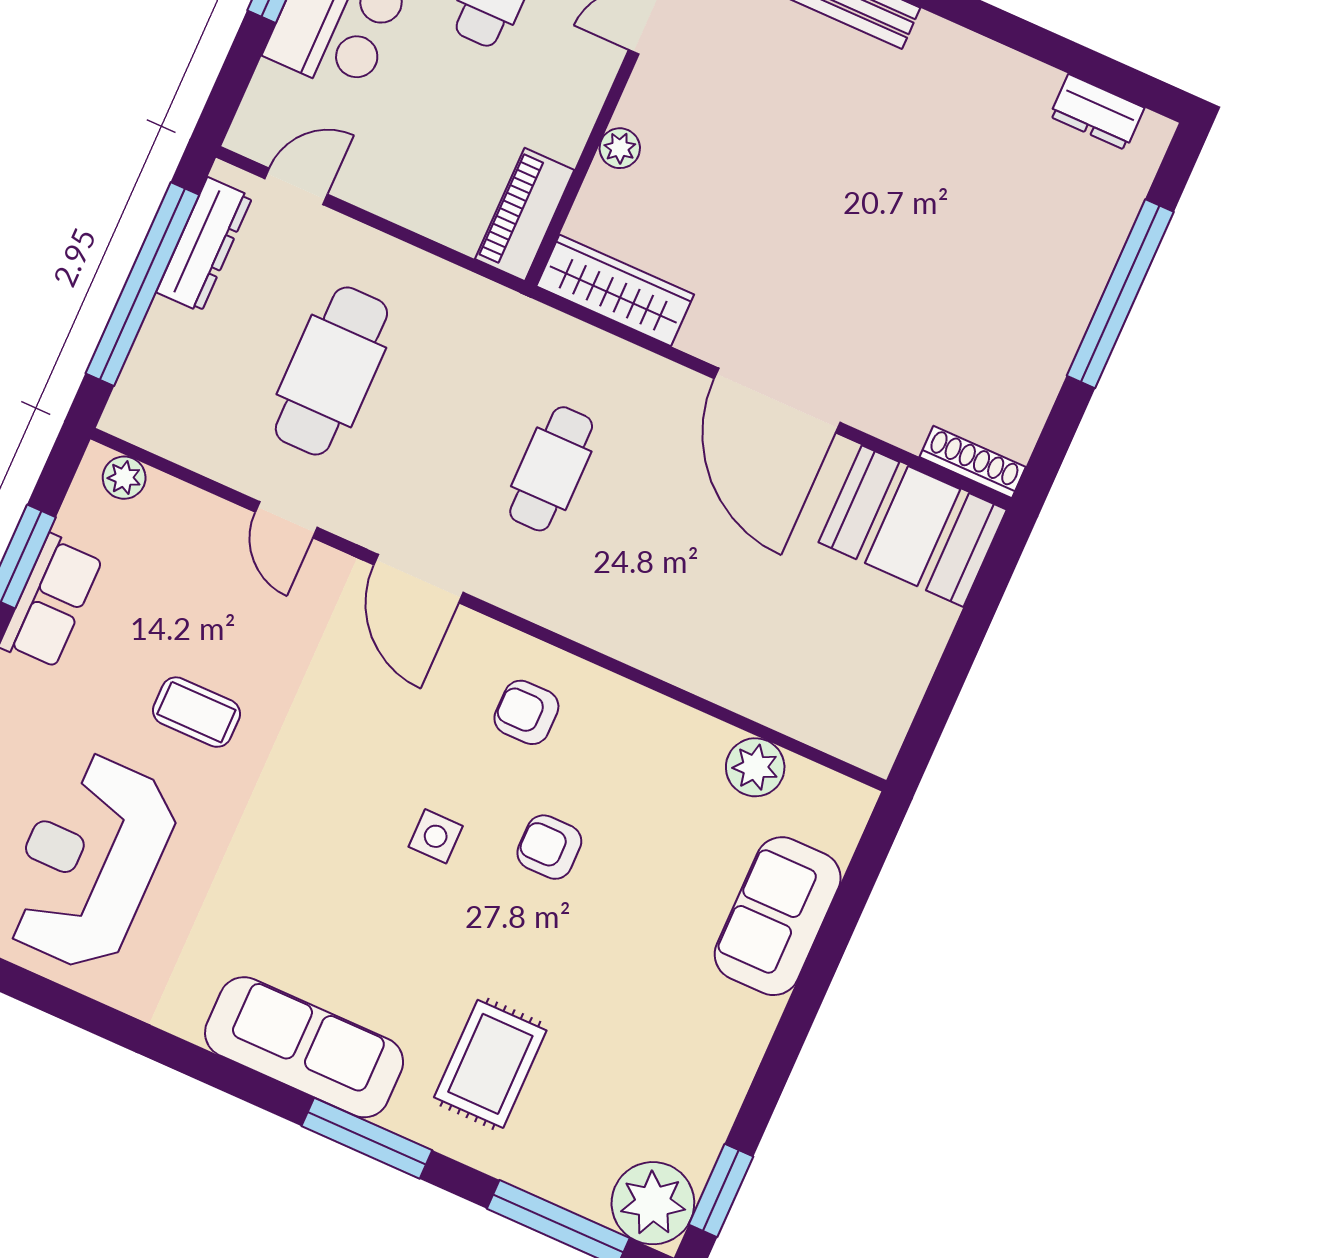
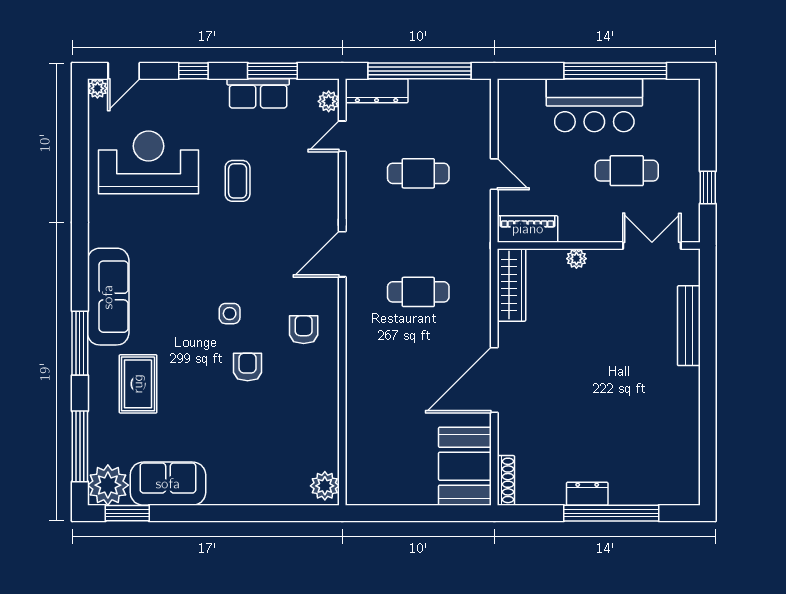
dresser: (1097, 112) -> (587, 494), moved, turned 90
door: (296, 186) -> (494, 174), moved
dresser: (204, 245) -> (377, 91), moved
cafe table: (331, 371) -> (418, 173), width x0.73, depth x0.74
door: (286, 520) -> (342, 136), moved
plant: (755, 767) -> (325, 486), moved
sofa: (778, 916) -> (168, 484), moved
rug: (490, 1064) -> (138, 384), turned 90

